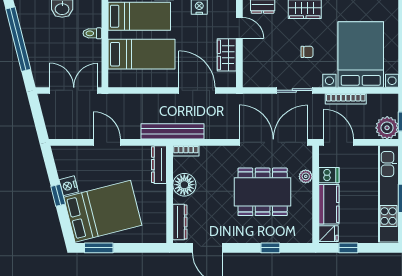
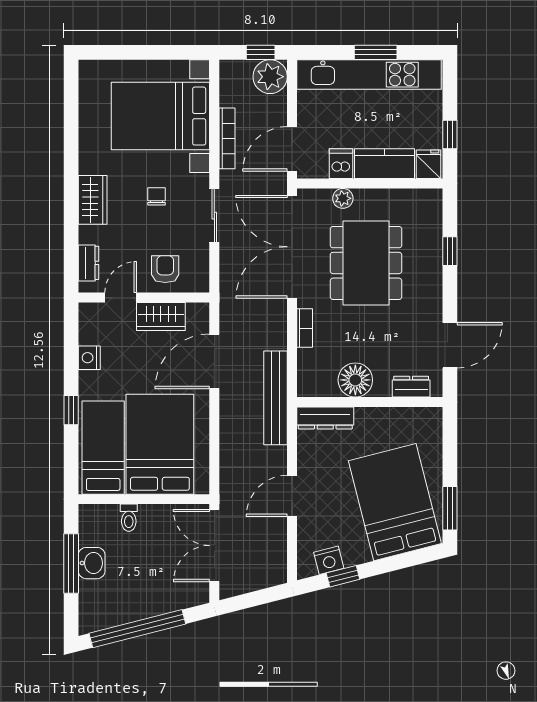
bed: (141, 54) -> (160, 444), width x1.50
armchair: (258, 58) -> (165, 269), added
bookcase: (186, 151) -> (305, 328), moved
nightstand: (69, 186) -> (329, 560), moved
window: (58, 195) -> (343, 576), moved
dresser: (180, 222) -> (411, 387), width x0.70

